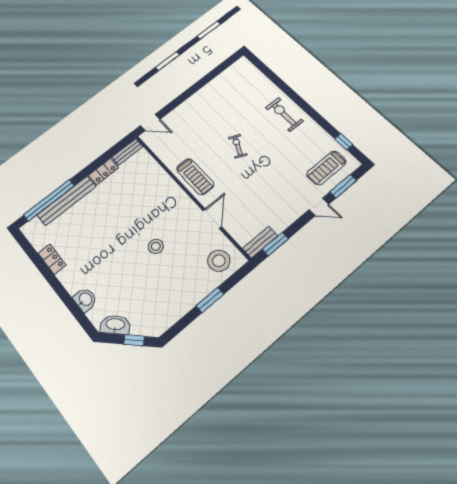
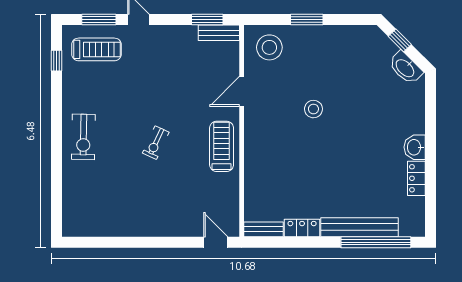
washbasin: (85, 300) -> (415, 147), moved

